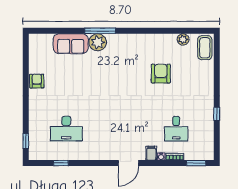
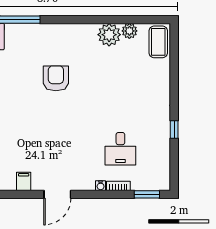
plant: (98, 42) -> (109, 35), moved
armchair: (161, 74) -> (56, 78), moved
filing cabinet: (151, 153) -> (24, 181), moved

